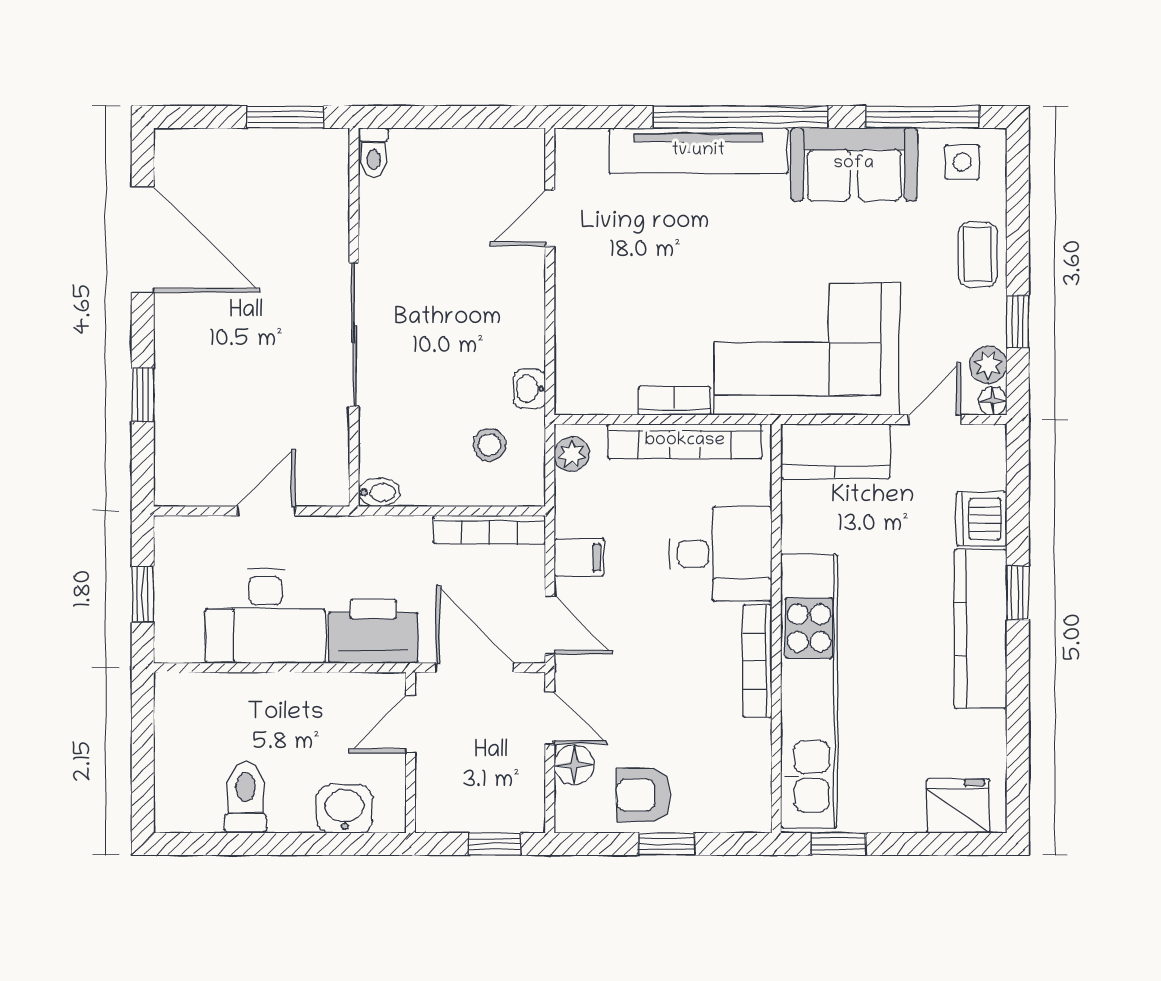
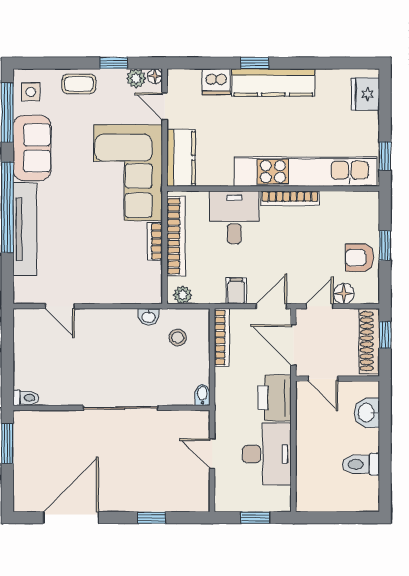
door: (475, 668) -> (293, 345), hinge flipped
armchair: (643, 795) -> (360, 258), turned 90
shoe rack: (482, 814) -> (369, 341), added

